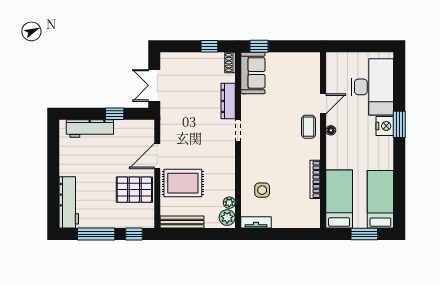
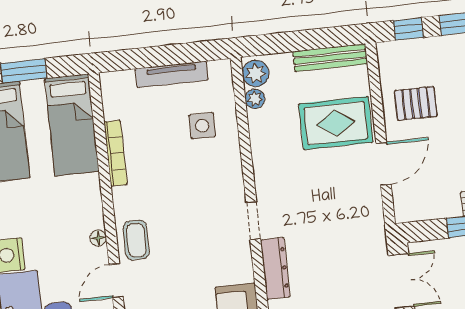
pallet: (134, 190) -> (416, 103), width x0.67, depth x0.71
tv unit: (256, 222) -> (172, 74), moved, width x1.41

